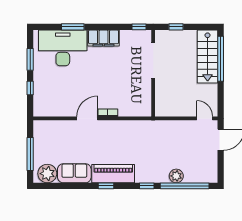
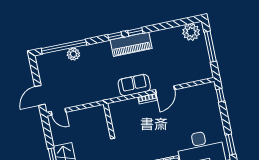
window: (30, 59) -> (231, 145), moved
window: (30, 88) -> (220, 95), moved
sofa: (74, 173) -> (134, 85), moved, turned 180
window: (147, 186) -> (115, 36), moved

